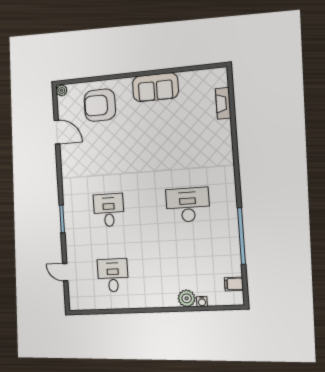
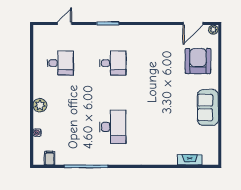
door: (57, 132) -> (193, 23), moved
plant: (187, 298) -> (40, 105), moved

